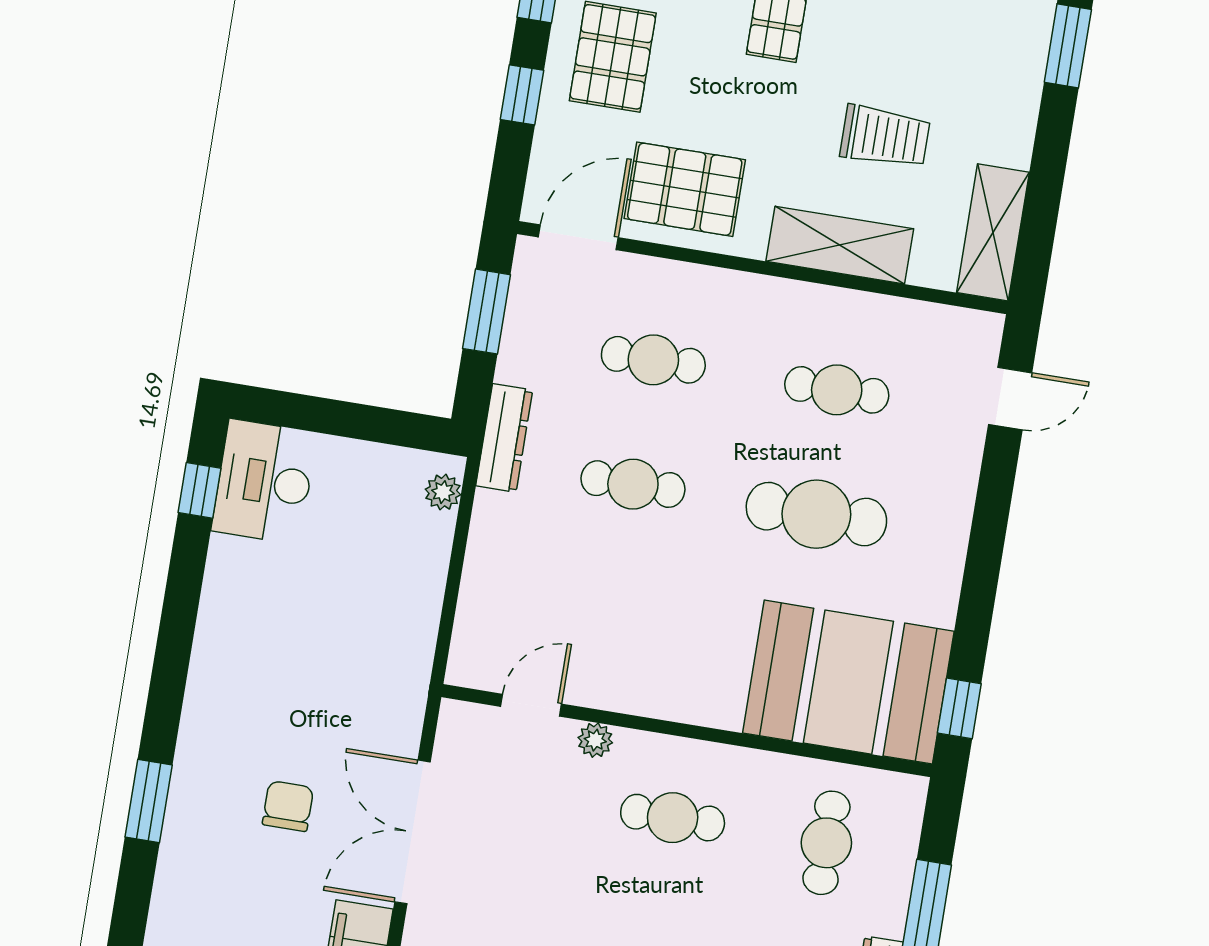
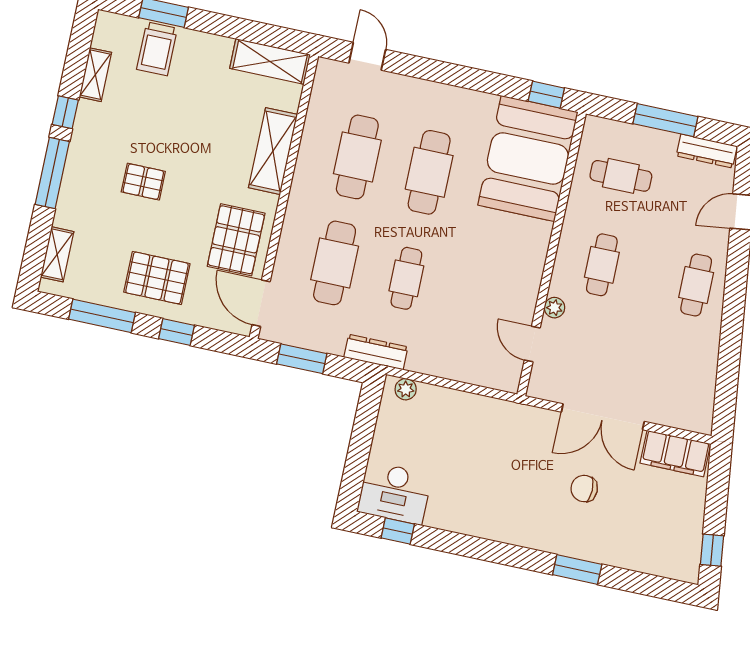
trolley: (885, 137) -> (157, 49), moved, turned 180
cafe table: (653, 360) -> (335, 263), width x1.37, depth x1.35
cafe table: (837, 390) -> (357, 157), width x1.37, depth x1.35

